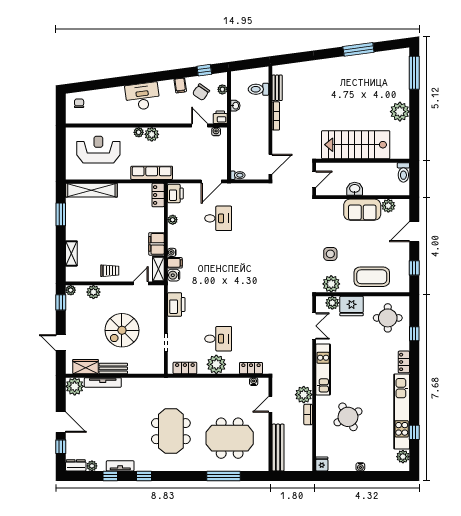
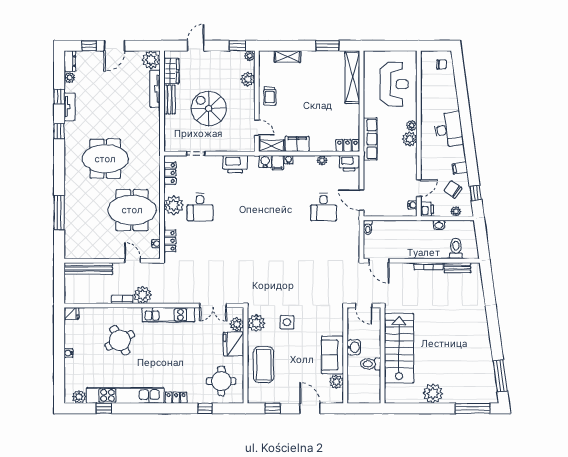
window: (358, 49) -> (500, 376), moved
toilet: (403, 172) -> (371, 364), moved
meeting table: (230, 438) -> (132, 210), moved, turned 90

